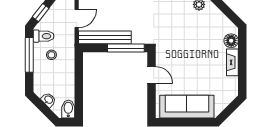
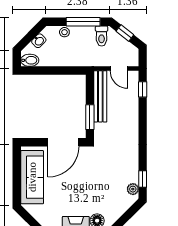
window: (126, 48) -> (90, 117), width x0.69
stool: (51, 55) -> (64, 32), moved
door: (152, 75) -> (63, 142), width x1.88

